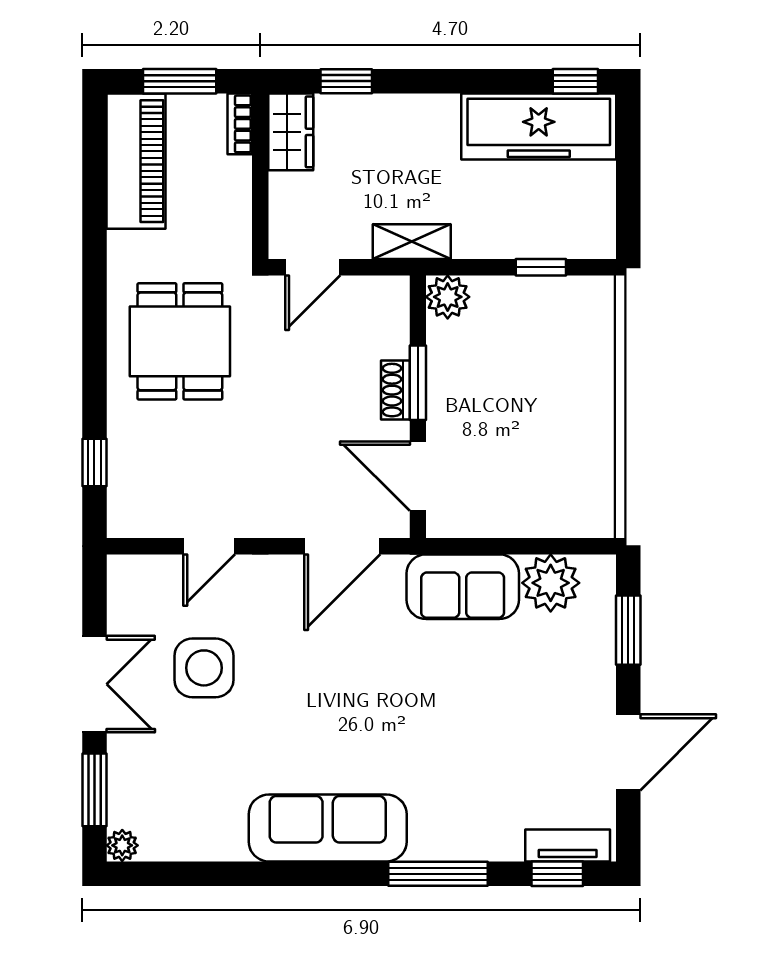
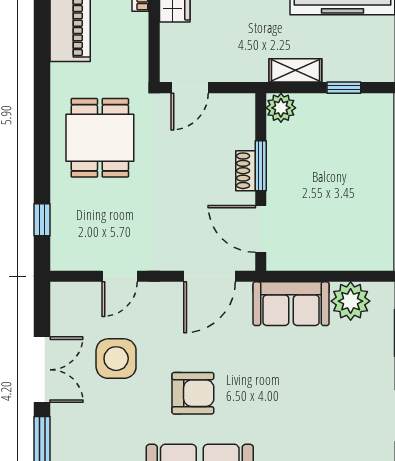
shelving: (412, 242) -> (295, 70), moved
armchair: (317, 719) -> (193, 393), added

